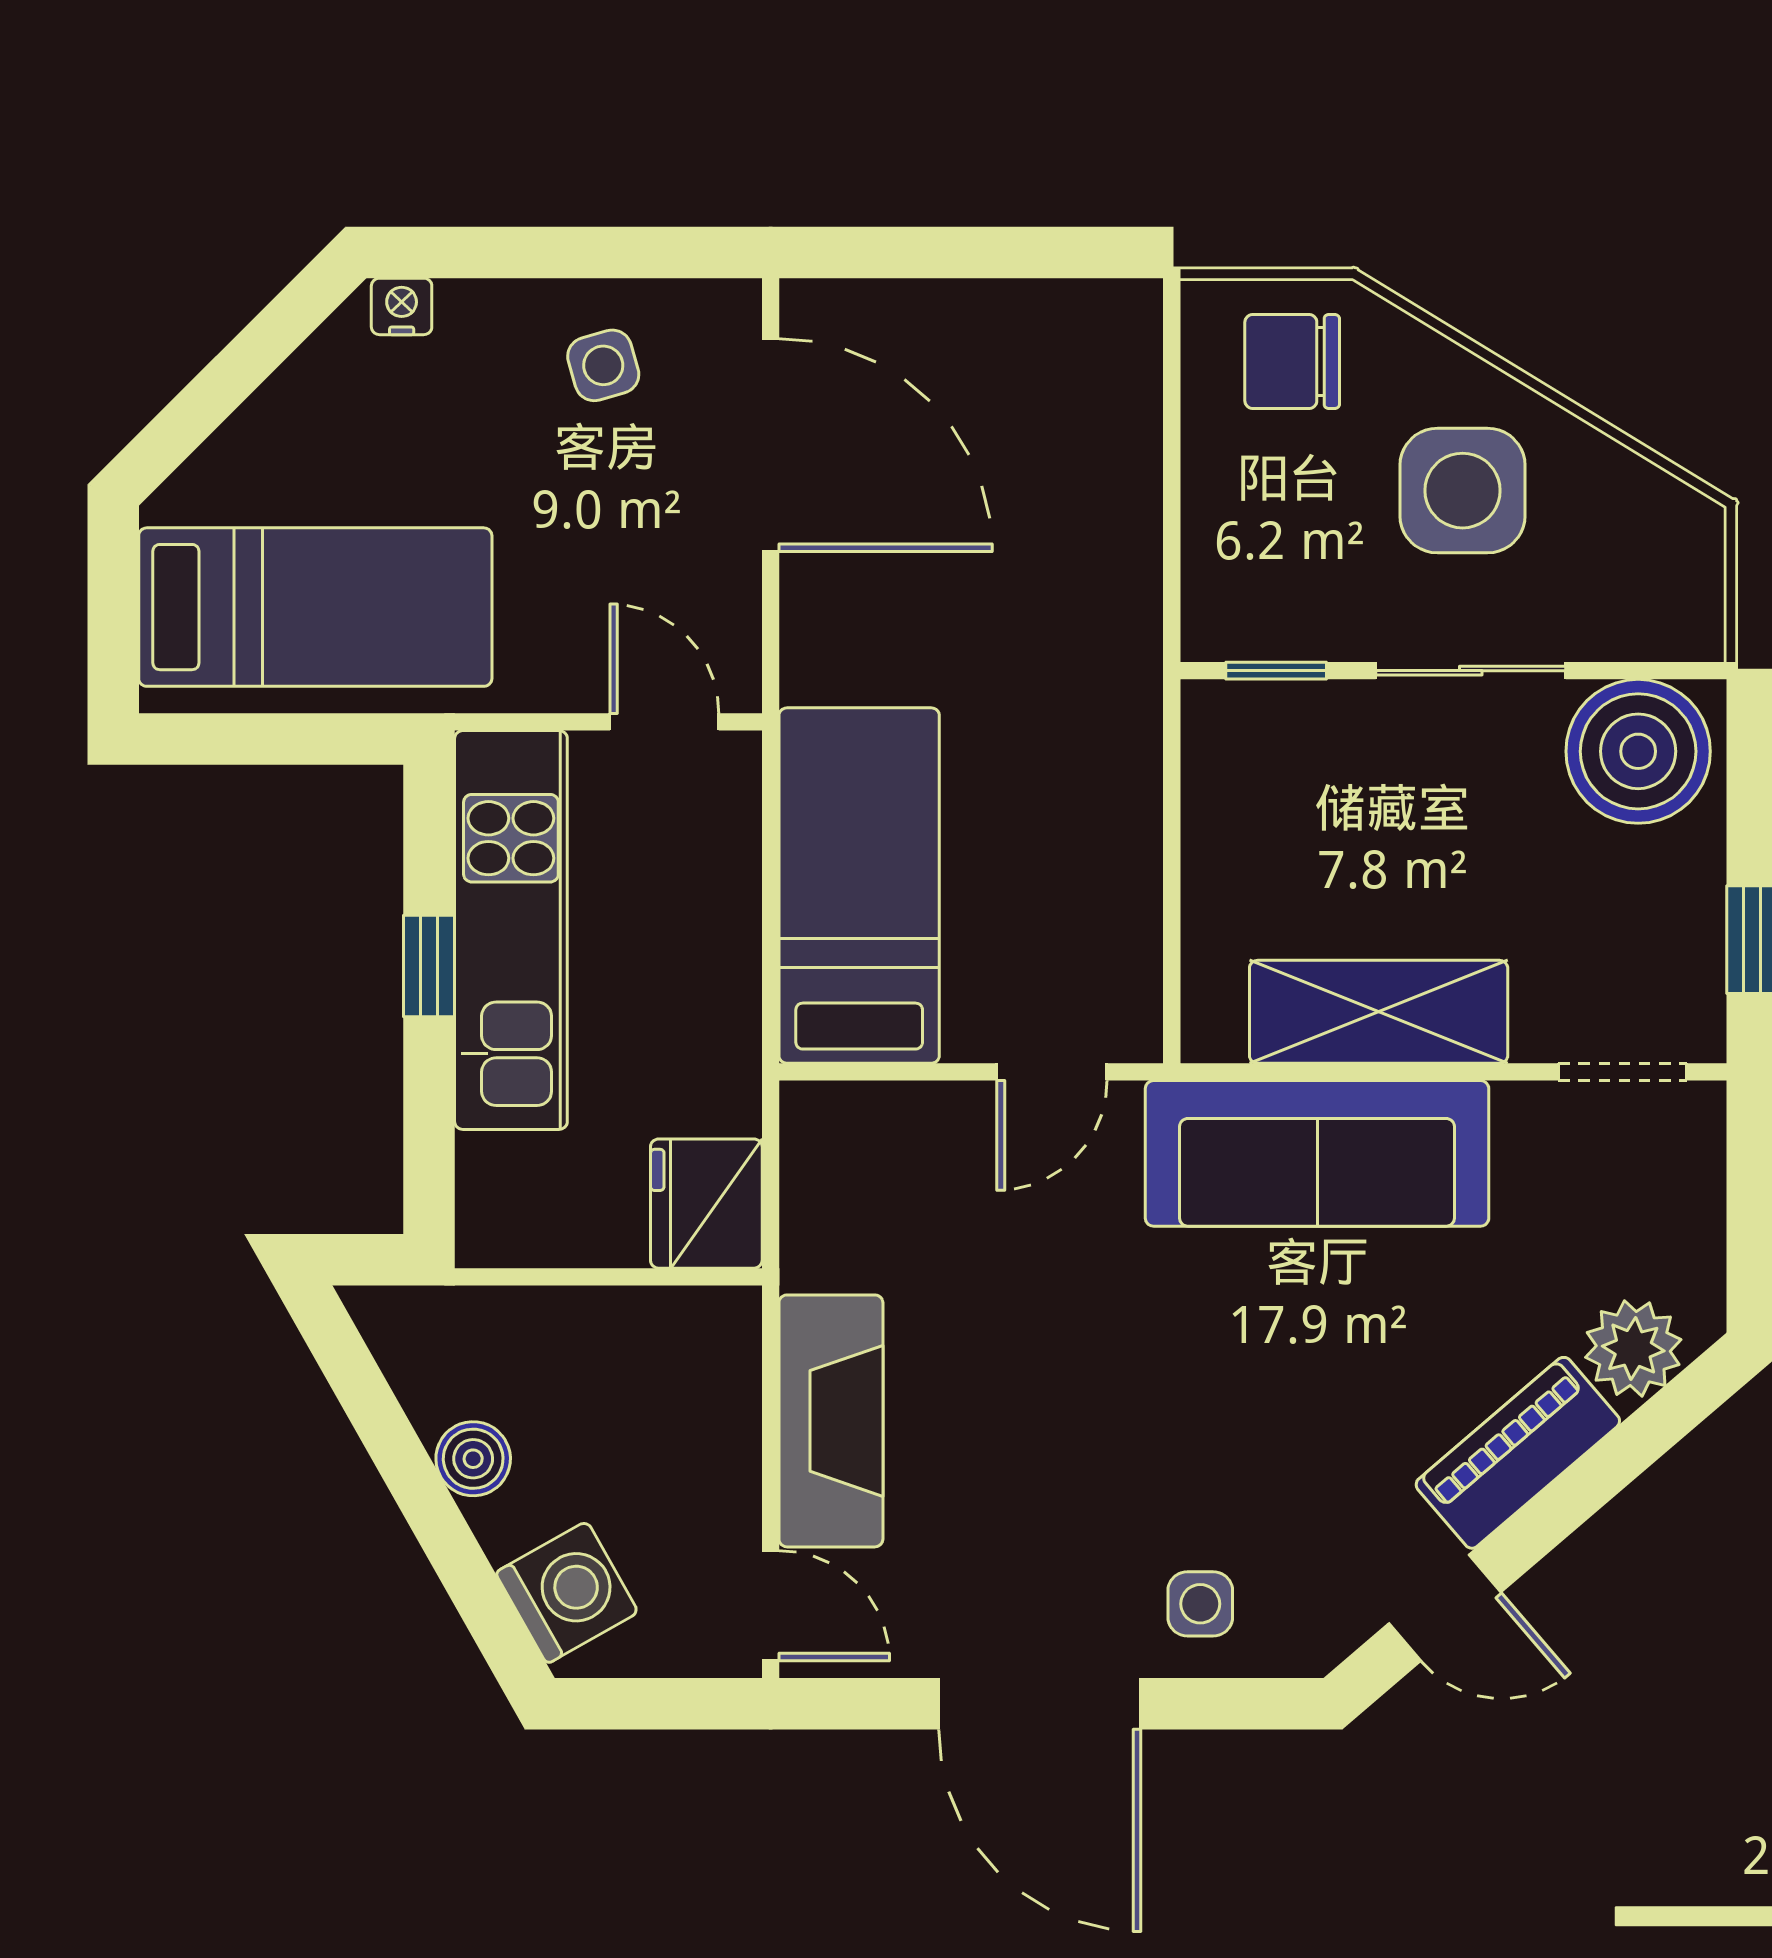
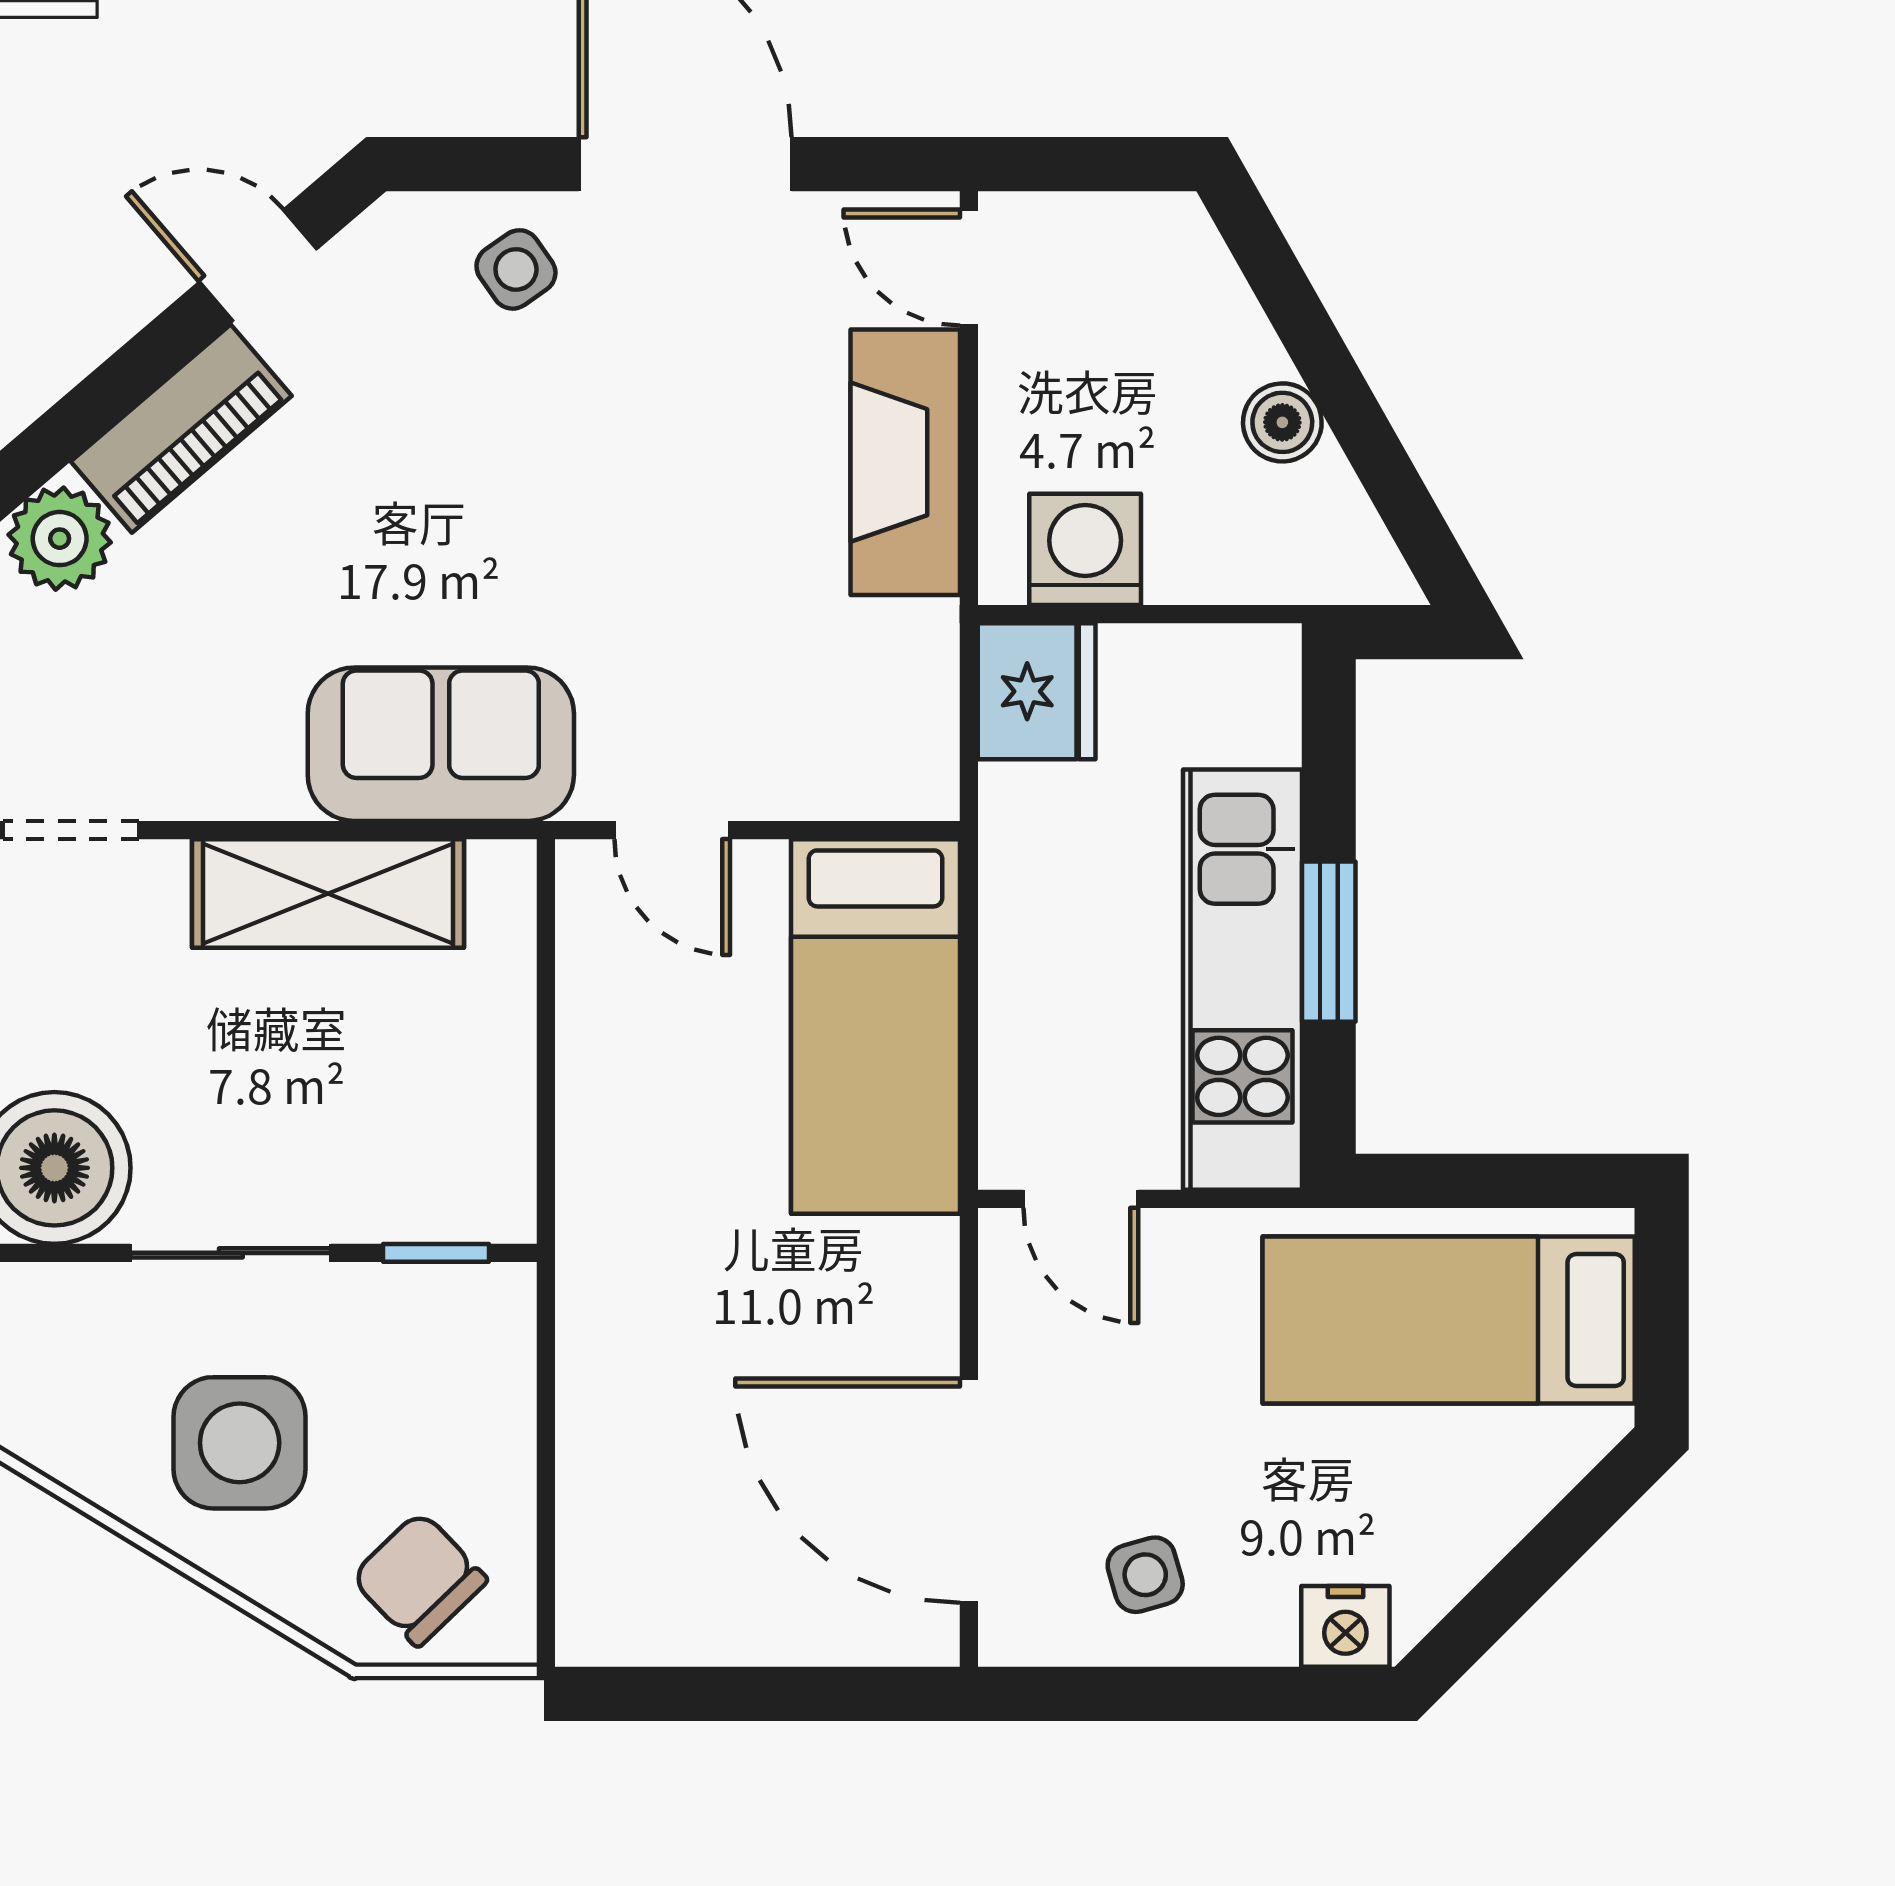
nightstand: (402, 306) -> (1345, 1626), width x1.39, depth x1.35
chair: (1292, 362) -> (419, 1579), turned -134
window: (429, 966) -> (1329, 942), width x1.50
door: (1052, 1072) -> (672, 830), swing flipped
sofa: (1317, 1153) -> (441, 744), width x0.73
washing machine: (567, 1592) -> (1085, 549), moved, turned 120
side table: (1200, 1604) -> (516, 269), turned -35

